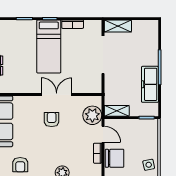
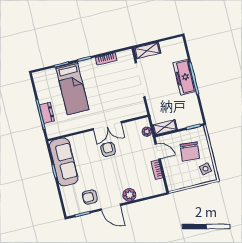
bed: (49, 46) -> (72, 88), moved
freezer: (150, 84) -> (184, 77), moved
double door: (57, 95) -> (107, 126), swing flipped
plant: (92, 115) -> (147, 132), width x0.53, depth x0.53
chair: (115, 158) -> (190, 151), moved, turned 95
armchair: (20, 165) -> (90, 197), turned 90

